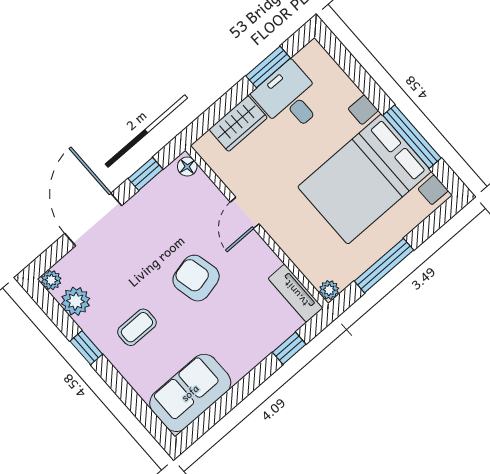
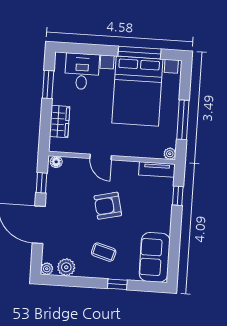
desk: (289, 98) -> (82, 71), moved, turned 90
coffee table: (137, 327) -> (104, 252), turned -74
window: (86, 348) -> (117, 284), moved

